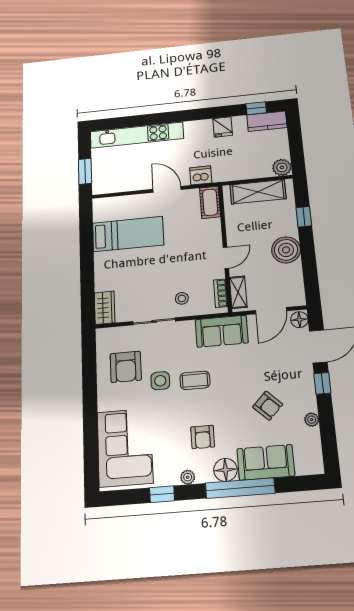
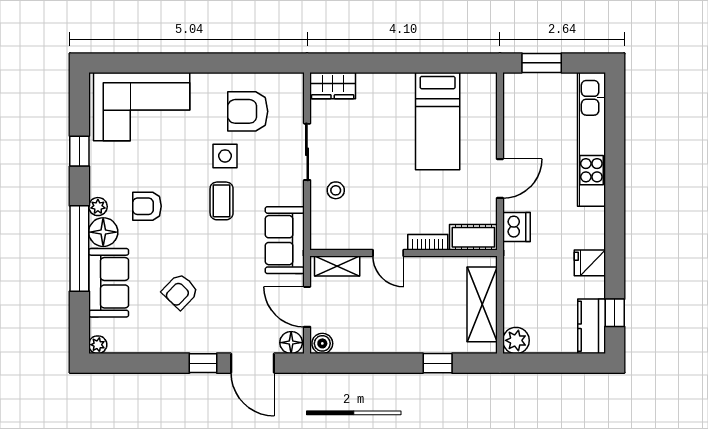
boiler: (286, 250) -> (322, 343), moved, width x0.54, depth x0.54
bookcase: (220, 293) -> (428, 242), moved
plant: (312, 420) -> (98, 345), moved
plant: (188, 477) -> (98, 207), moved

